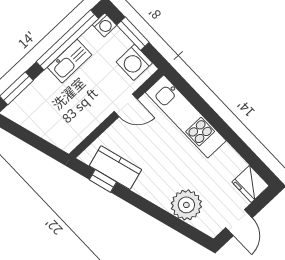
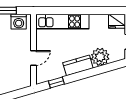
door: (126, 105) -> (33, 58), moved
kitchen counter: (115, 168) -> (78, 65), moved

